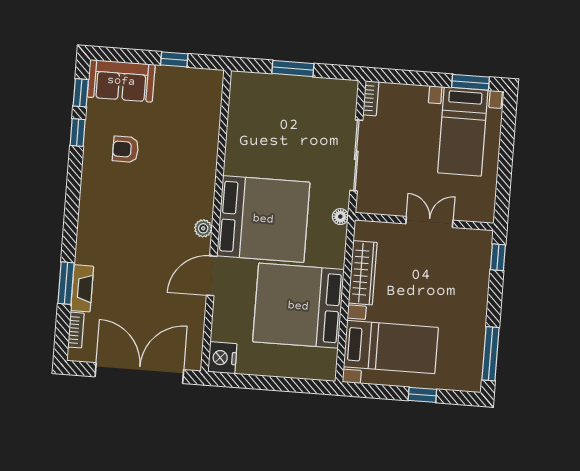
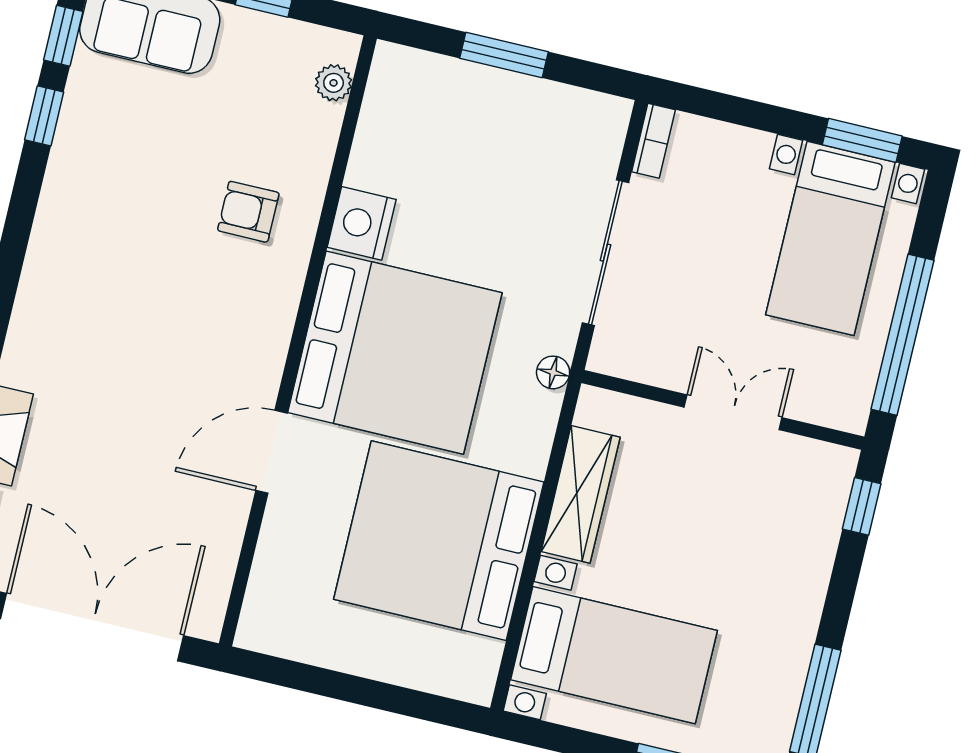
armchair: (126, 149) -> (248, 212), moved
window: (504, 172) -> (902, 335), added
plant: (203, 228) -> (334, 83), moved
nightstand: (222, 358) -> (362, 223), moved

